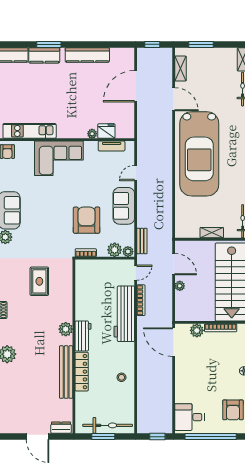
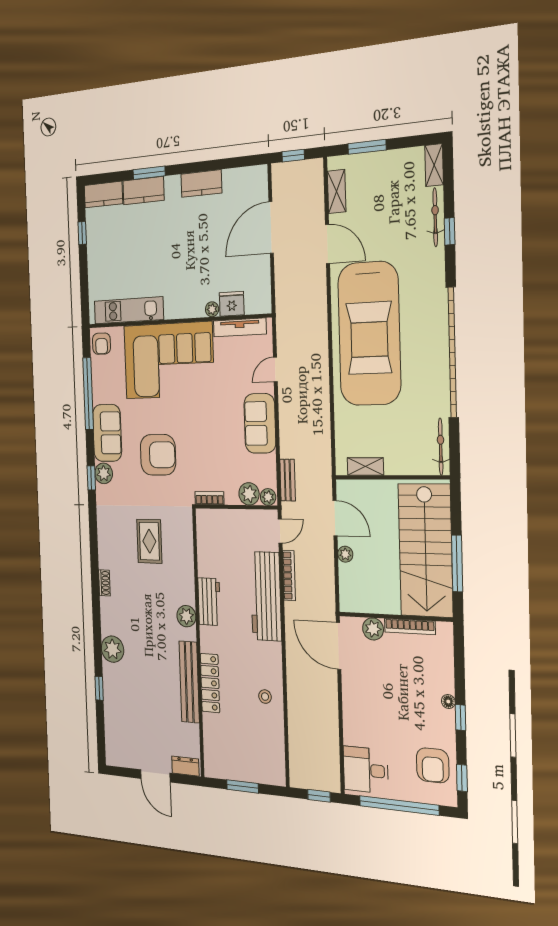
kitchen counter: (87, 55) -> (201, 183), width x0.67
tv unit: (112, 146) -> (240, 327), width x1.41
corner sofa: (59, 158) -> (169, 360), width x1.36, depth x1.36
armchair: (87, 220) -> (158, 455), moved, turned 90
shelving: (212, 233) -> (365, 466), moved
workbench: (83, 336) -> (209, 602), moved
bicycle: (108, 425) -> (248, 770), removed

